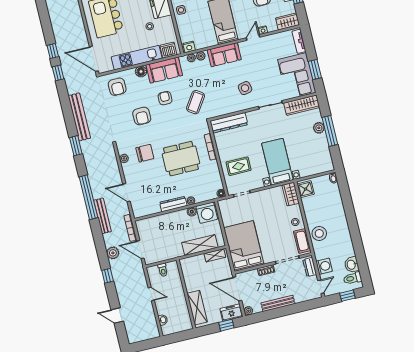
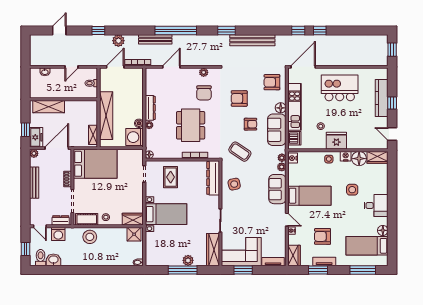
side table: (245, 88) -> (234, 184), moved
shelving: (200, 245) -> (106, 116), width x1.47

